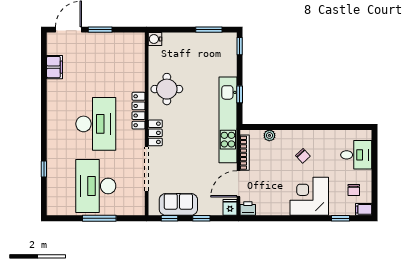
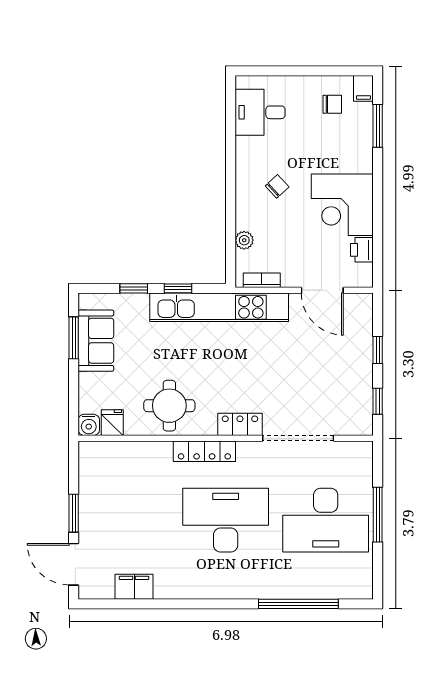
window: (240, 46) -> (134, 288), moved
bookcase: (245, 153) -> (262, 280), width x0.64
desk: (356, 155) -> (260, 112), moved, turned -90
window: (44, 169) -> (298, 604), width x3.17
corner desk: (309, 196) -> (342, 205), moved
sofa: (178, 204) -> (96, 341), moved, turned 180
fridge: (230, 207) -> (112, 423), moved, turned 90
printer: (248, 208) -> (362, 250), moved
window: (340, 218) -> (378, 126), width x1.50

